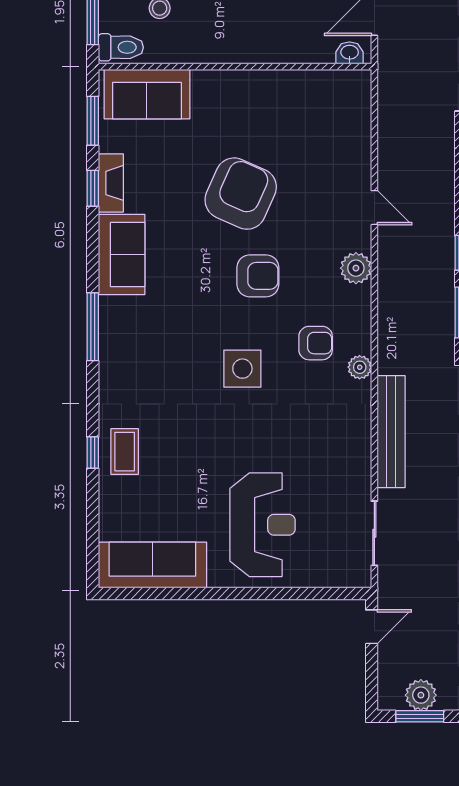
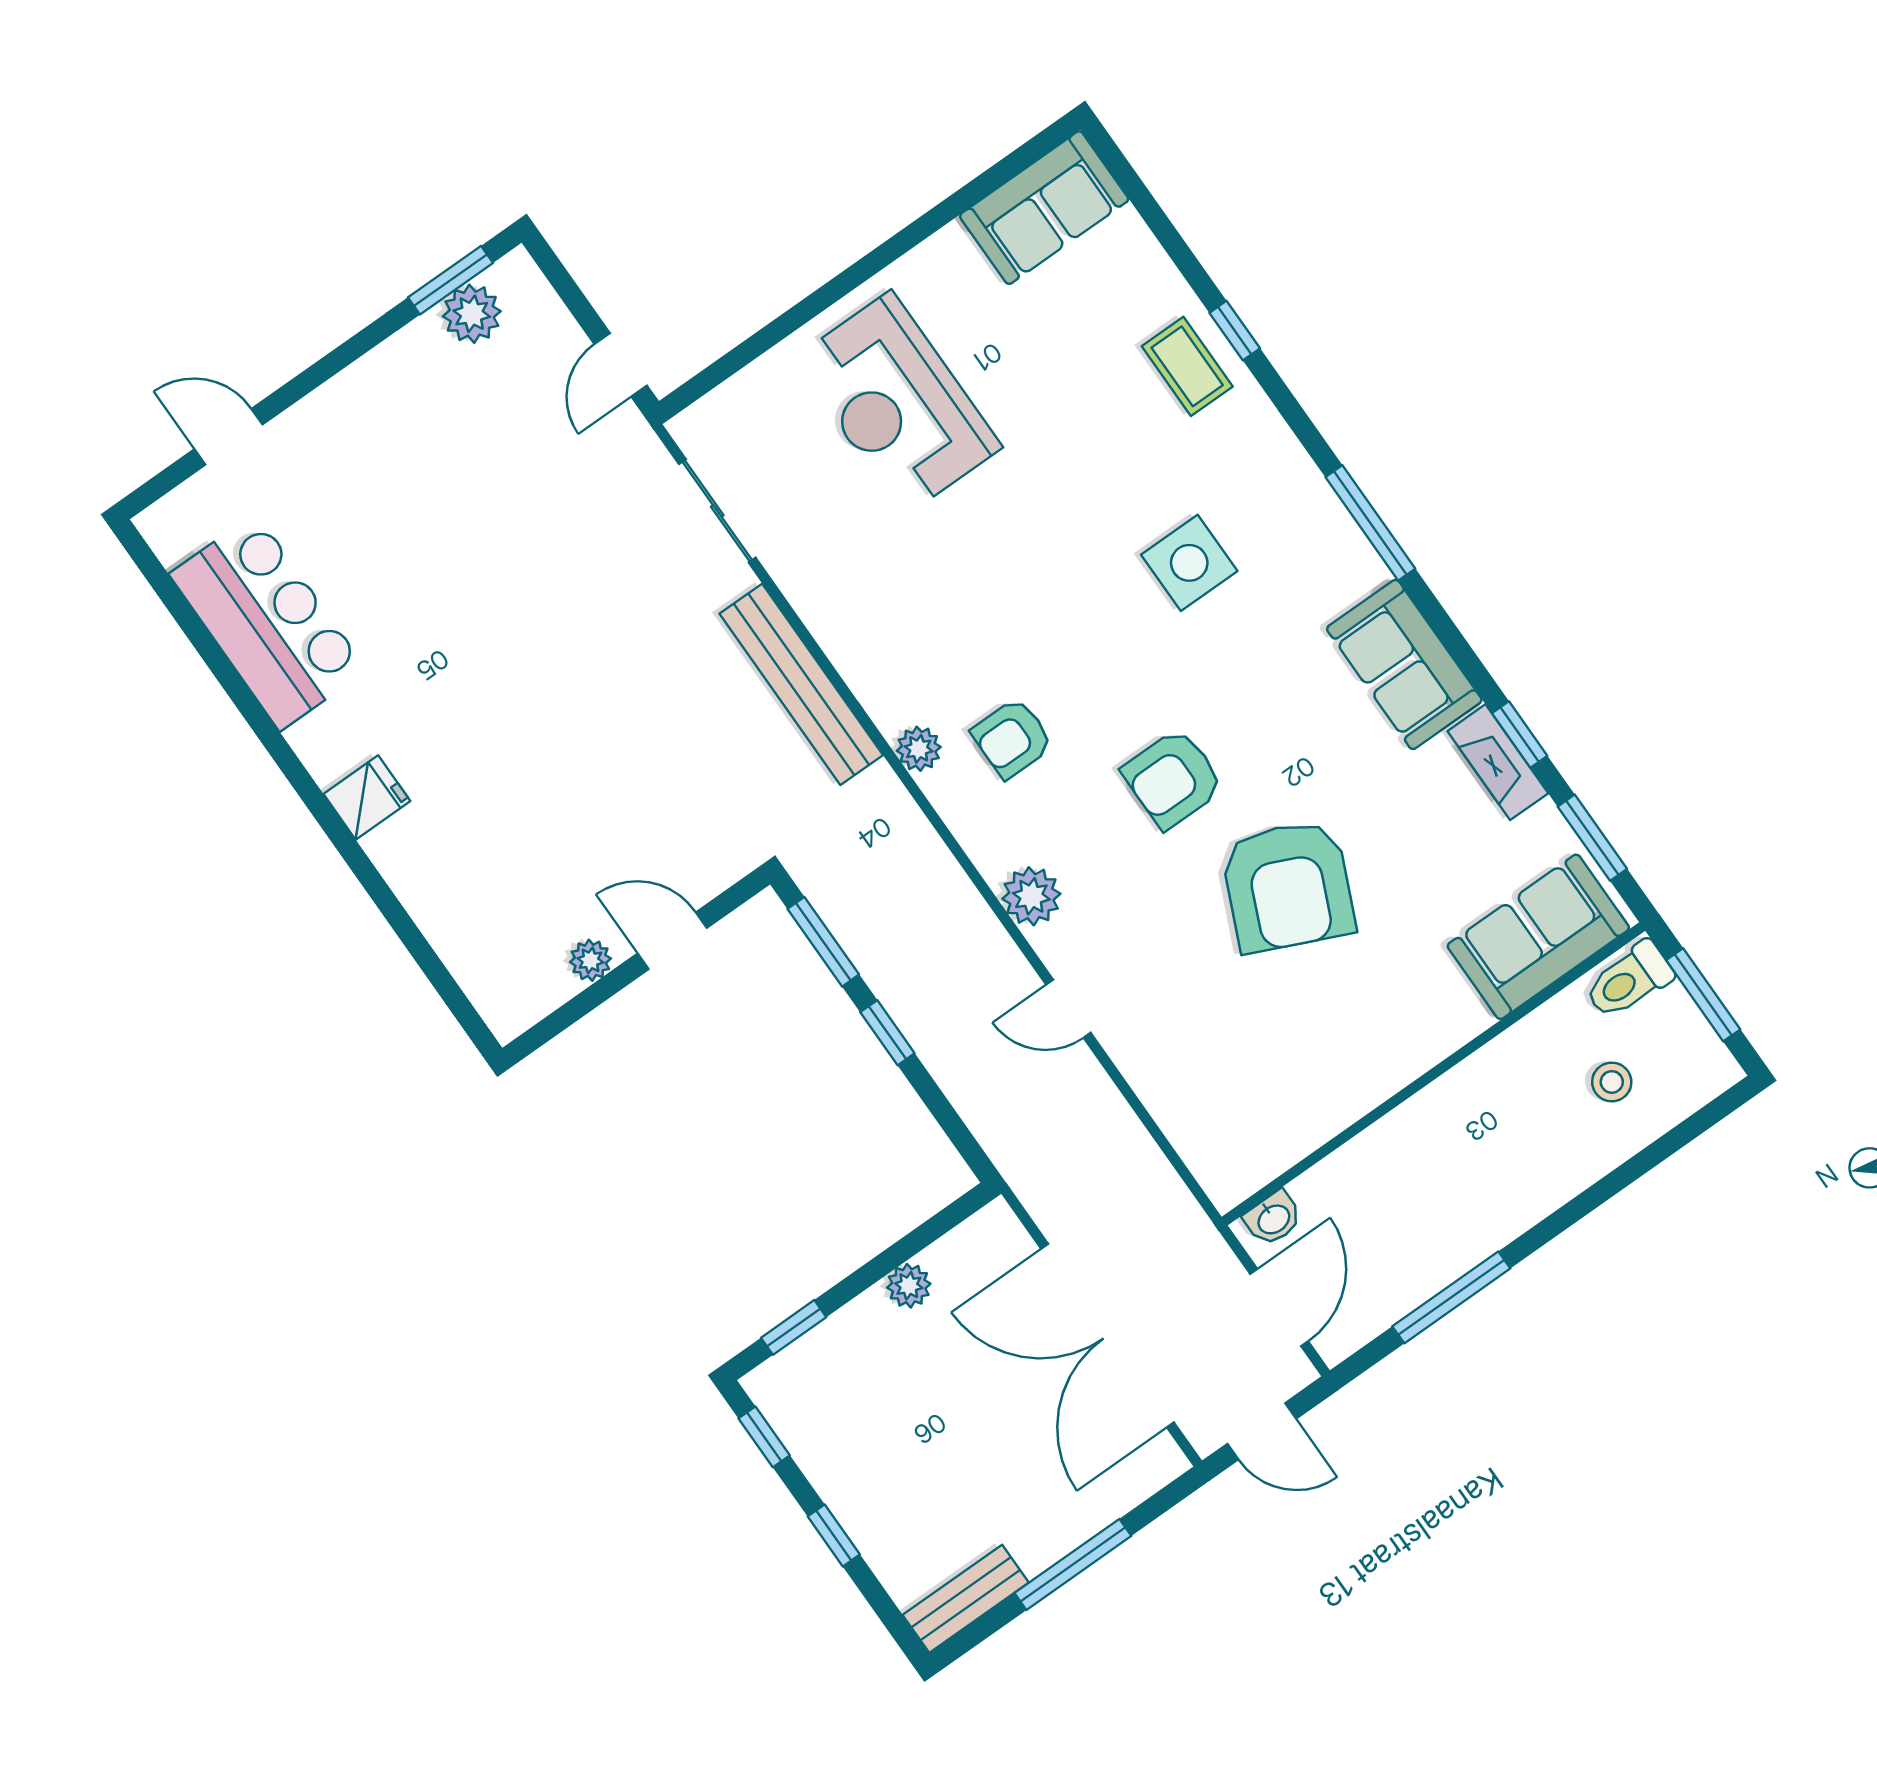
side table: (242, 369) -> (1189, 563), moved
sofa: (152, 565) -> (1044, 208), width x0.73

